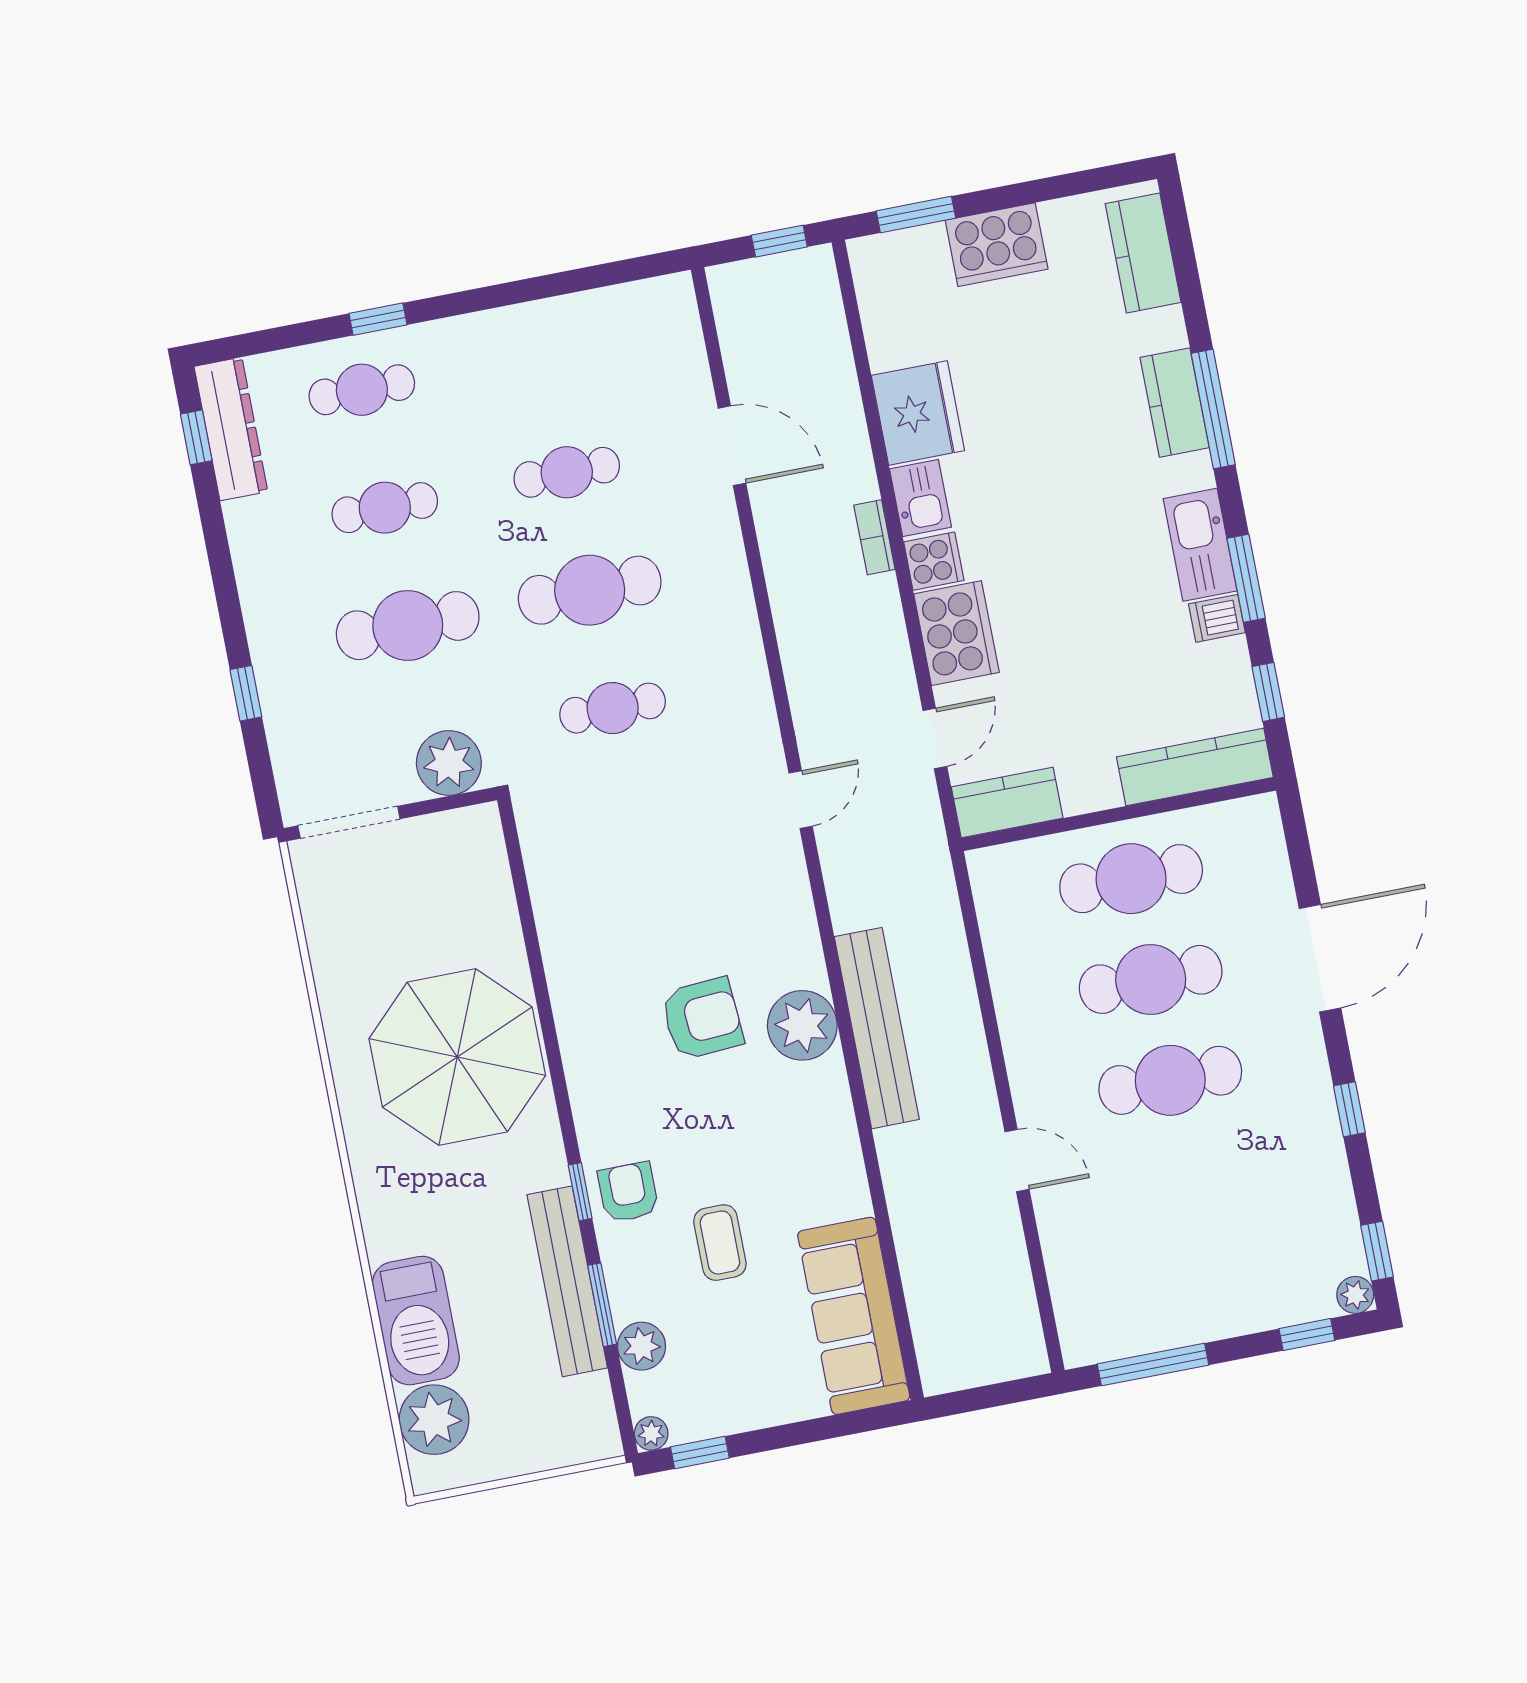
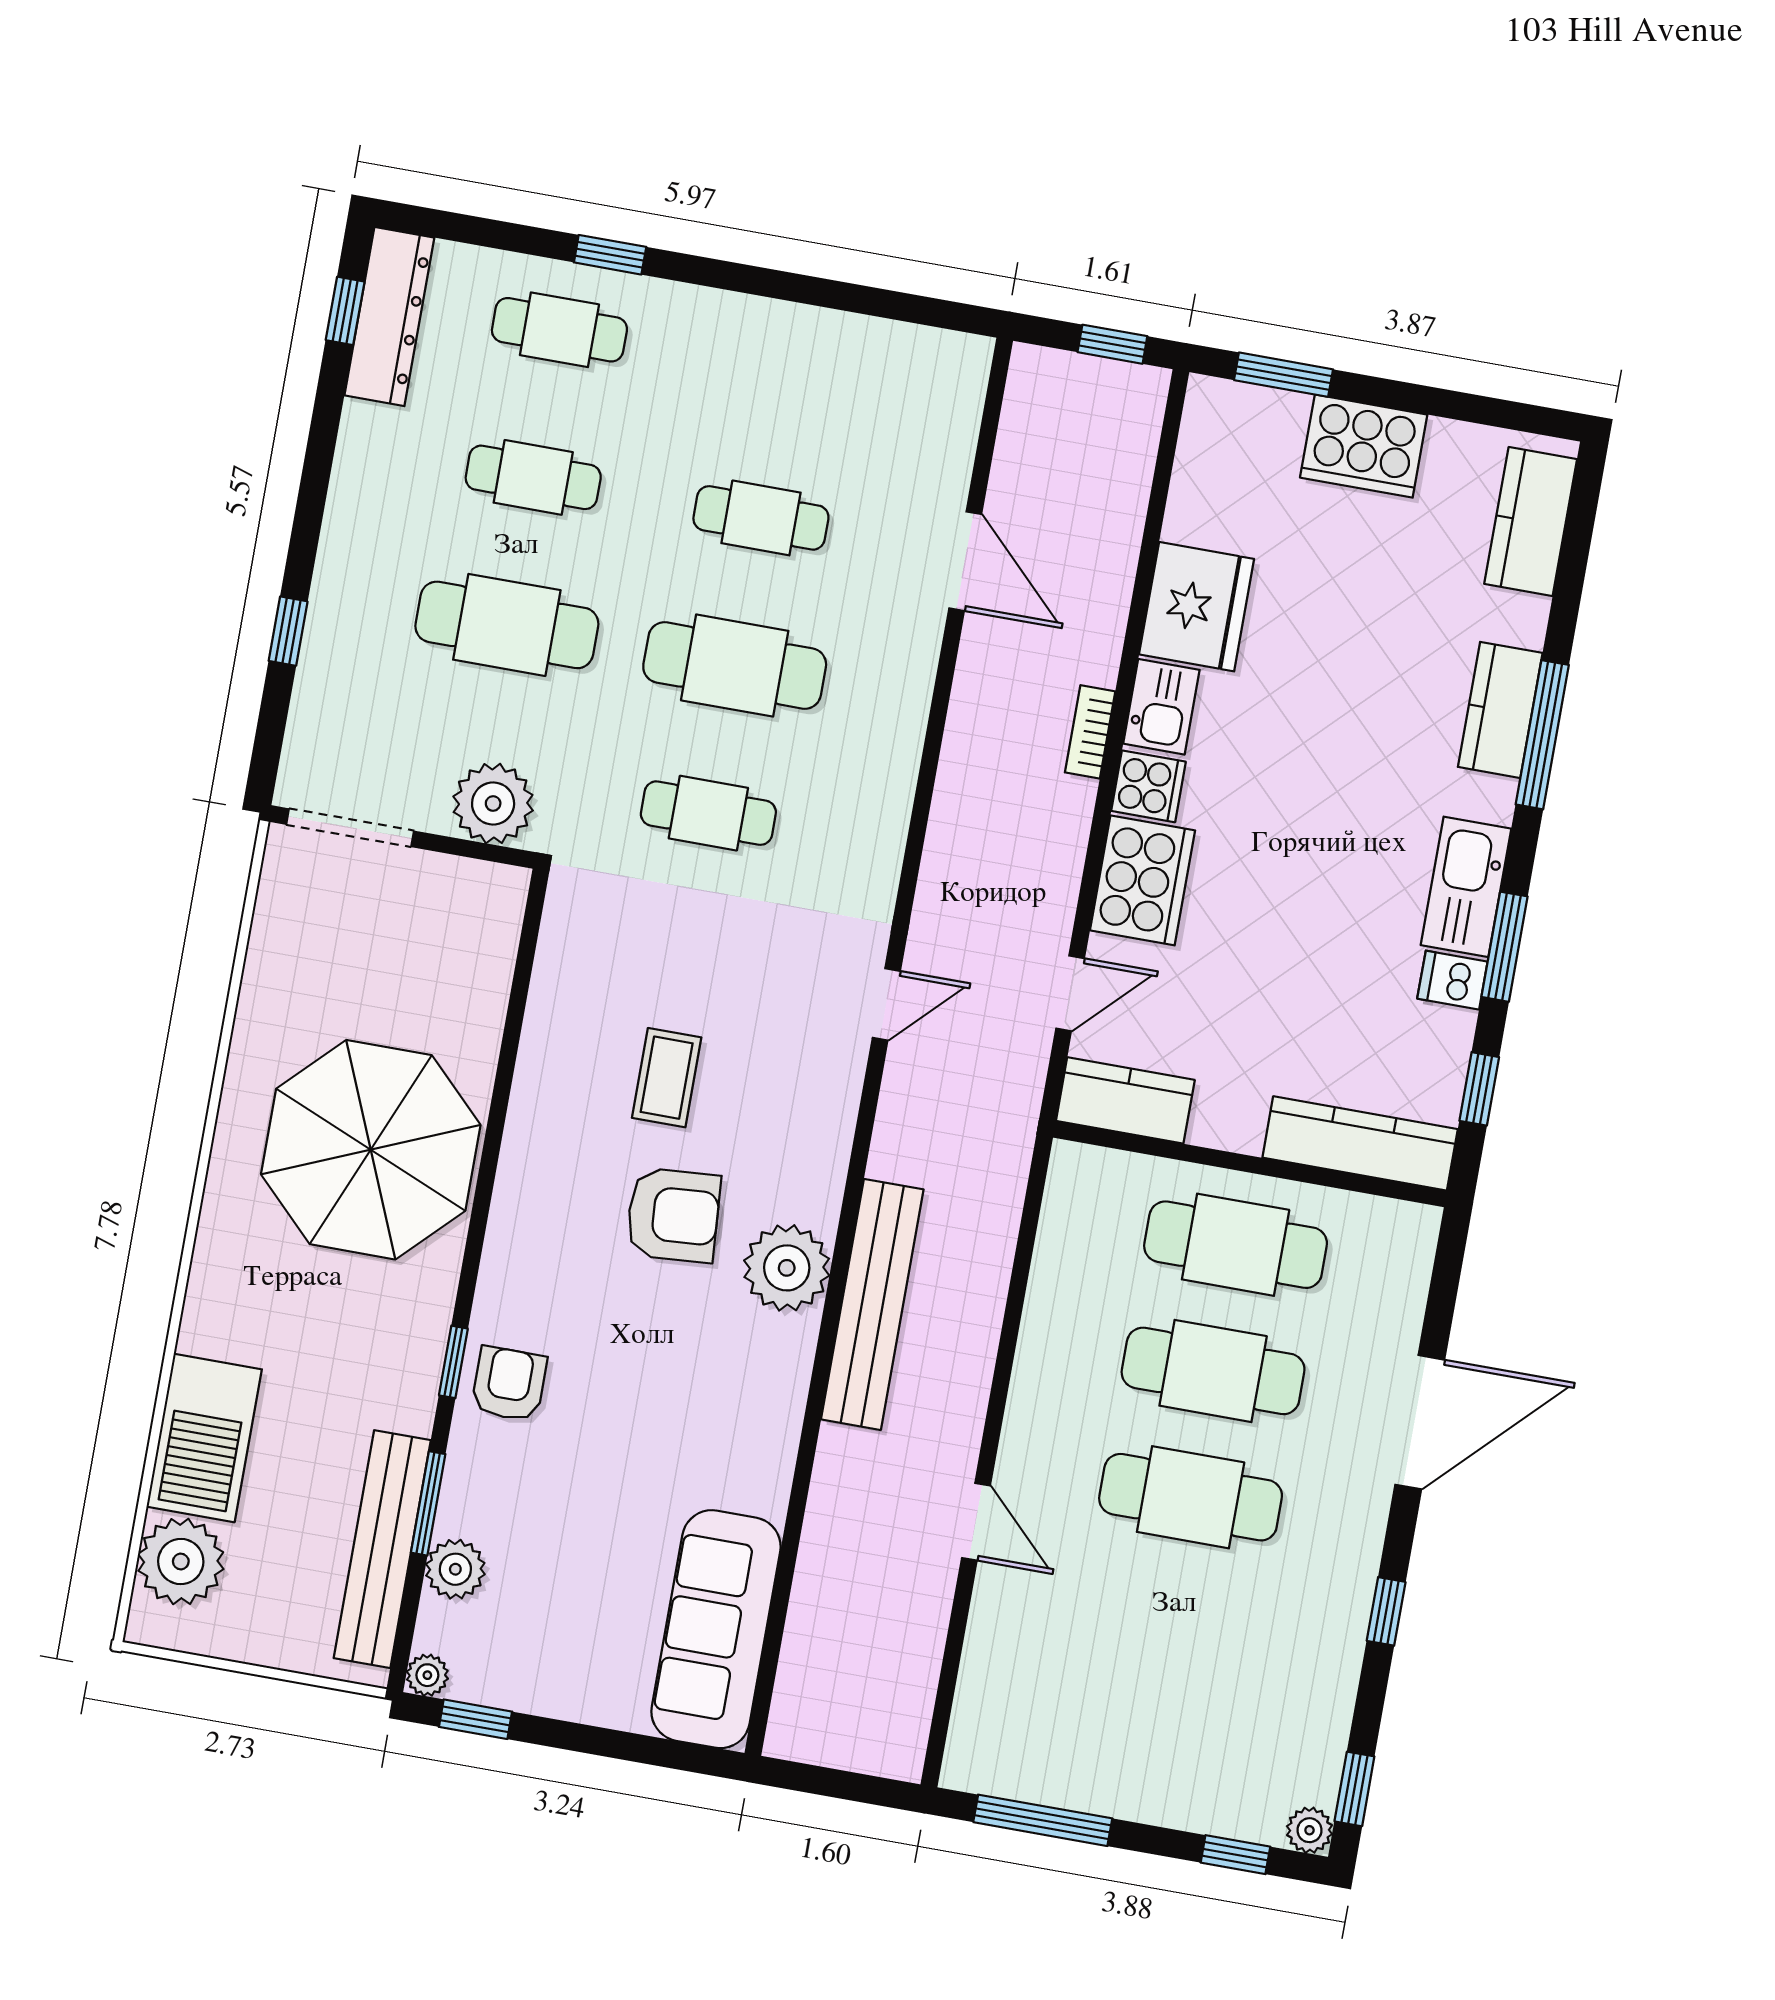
coffee table: (720, 1243) -> (667, 1078), moved
bench: (567, 1281) -> (382, 1549), moved

